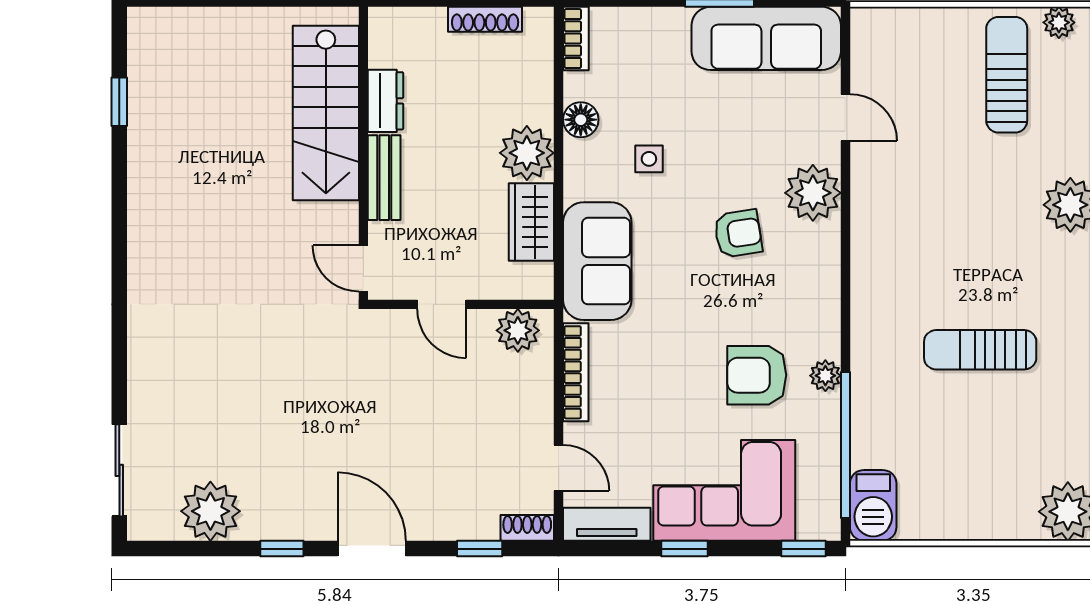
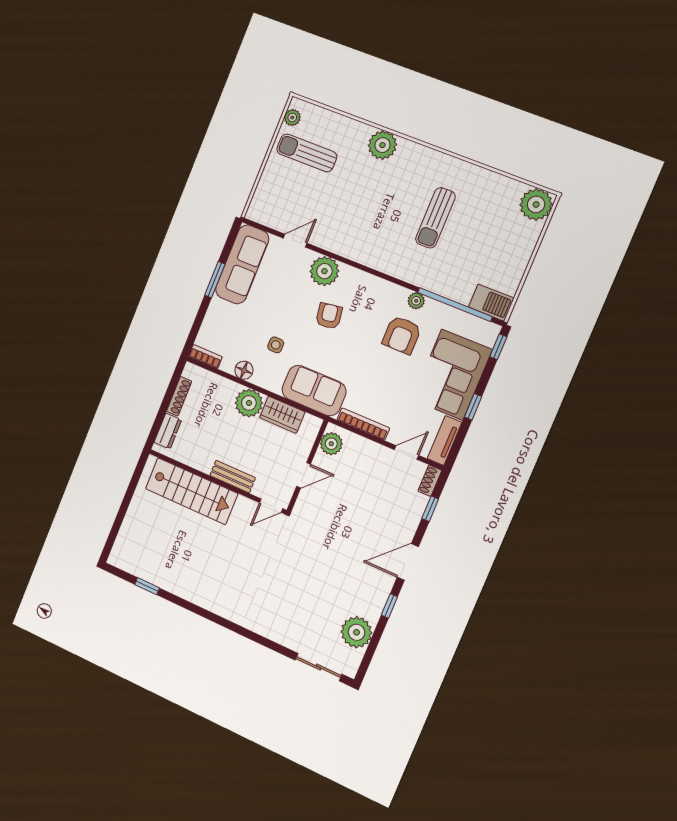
dresser: (385, 101) -> (168, 431), moved, turned 90

